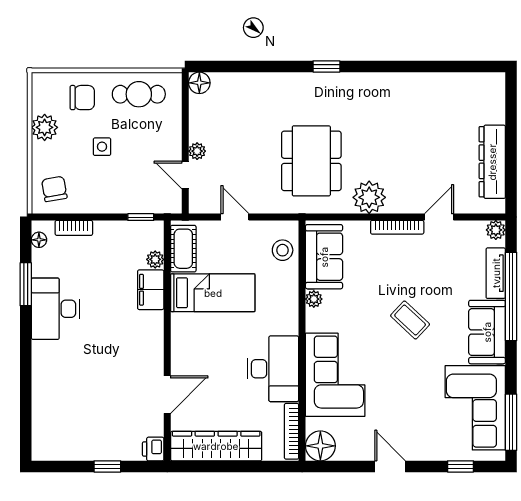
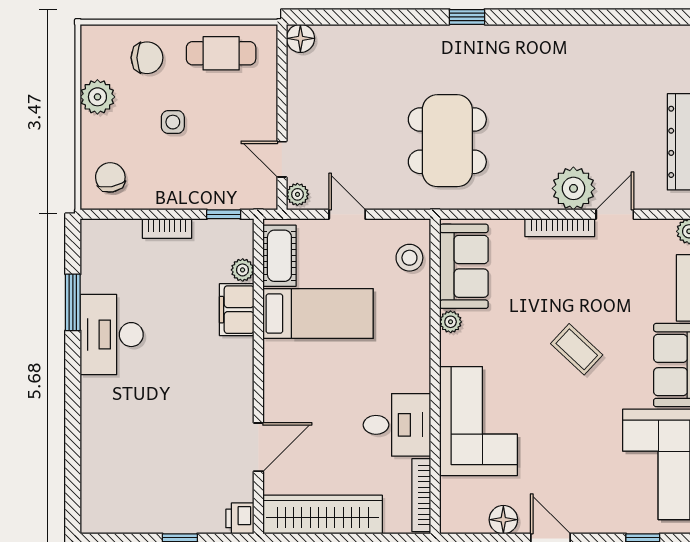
plant: (197, 151) -> (297, 194), moved
plant: (369, 197) -> (573, 188), moved
bookcase: (74, 228) -> (167, 228), moved
floor lamp: (39, 240) -> (90, 244), removed
desk: (273, 369) -> (397, 425), width x0.73
floor lamp: (320, 446) -> (503, 520), moved, width x0.73, depth x0.73

